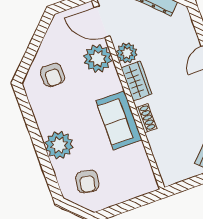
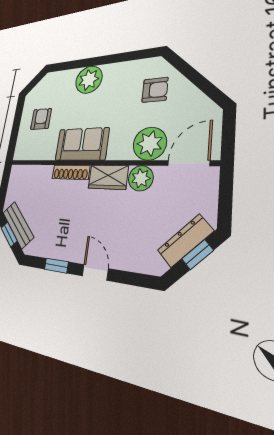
armchair: (53, 75) -> (155, 90), turned 180
shoe rack: (146, 118) -> (71, 172), width x1.43
armchair: (87, 181) -> (41, 119), moved, turned 80

